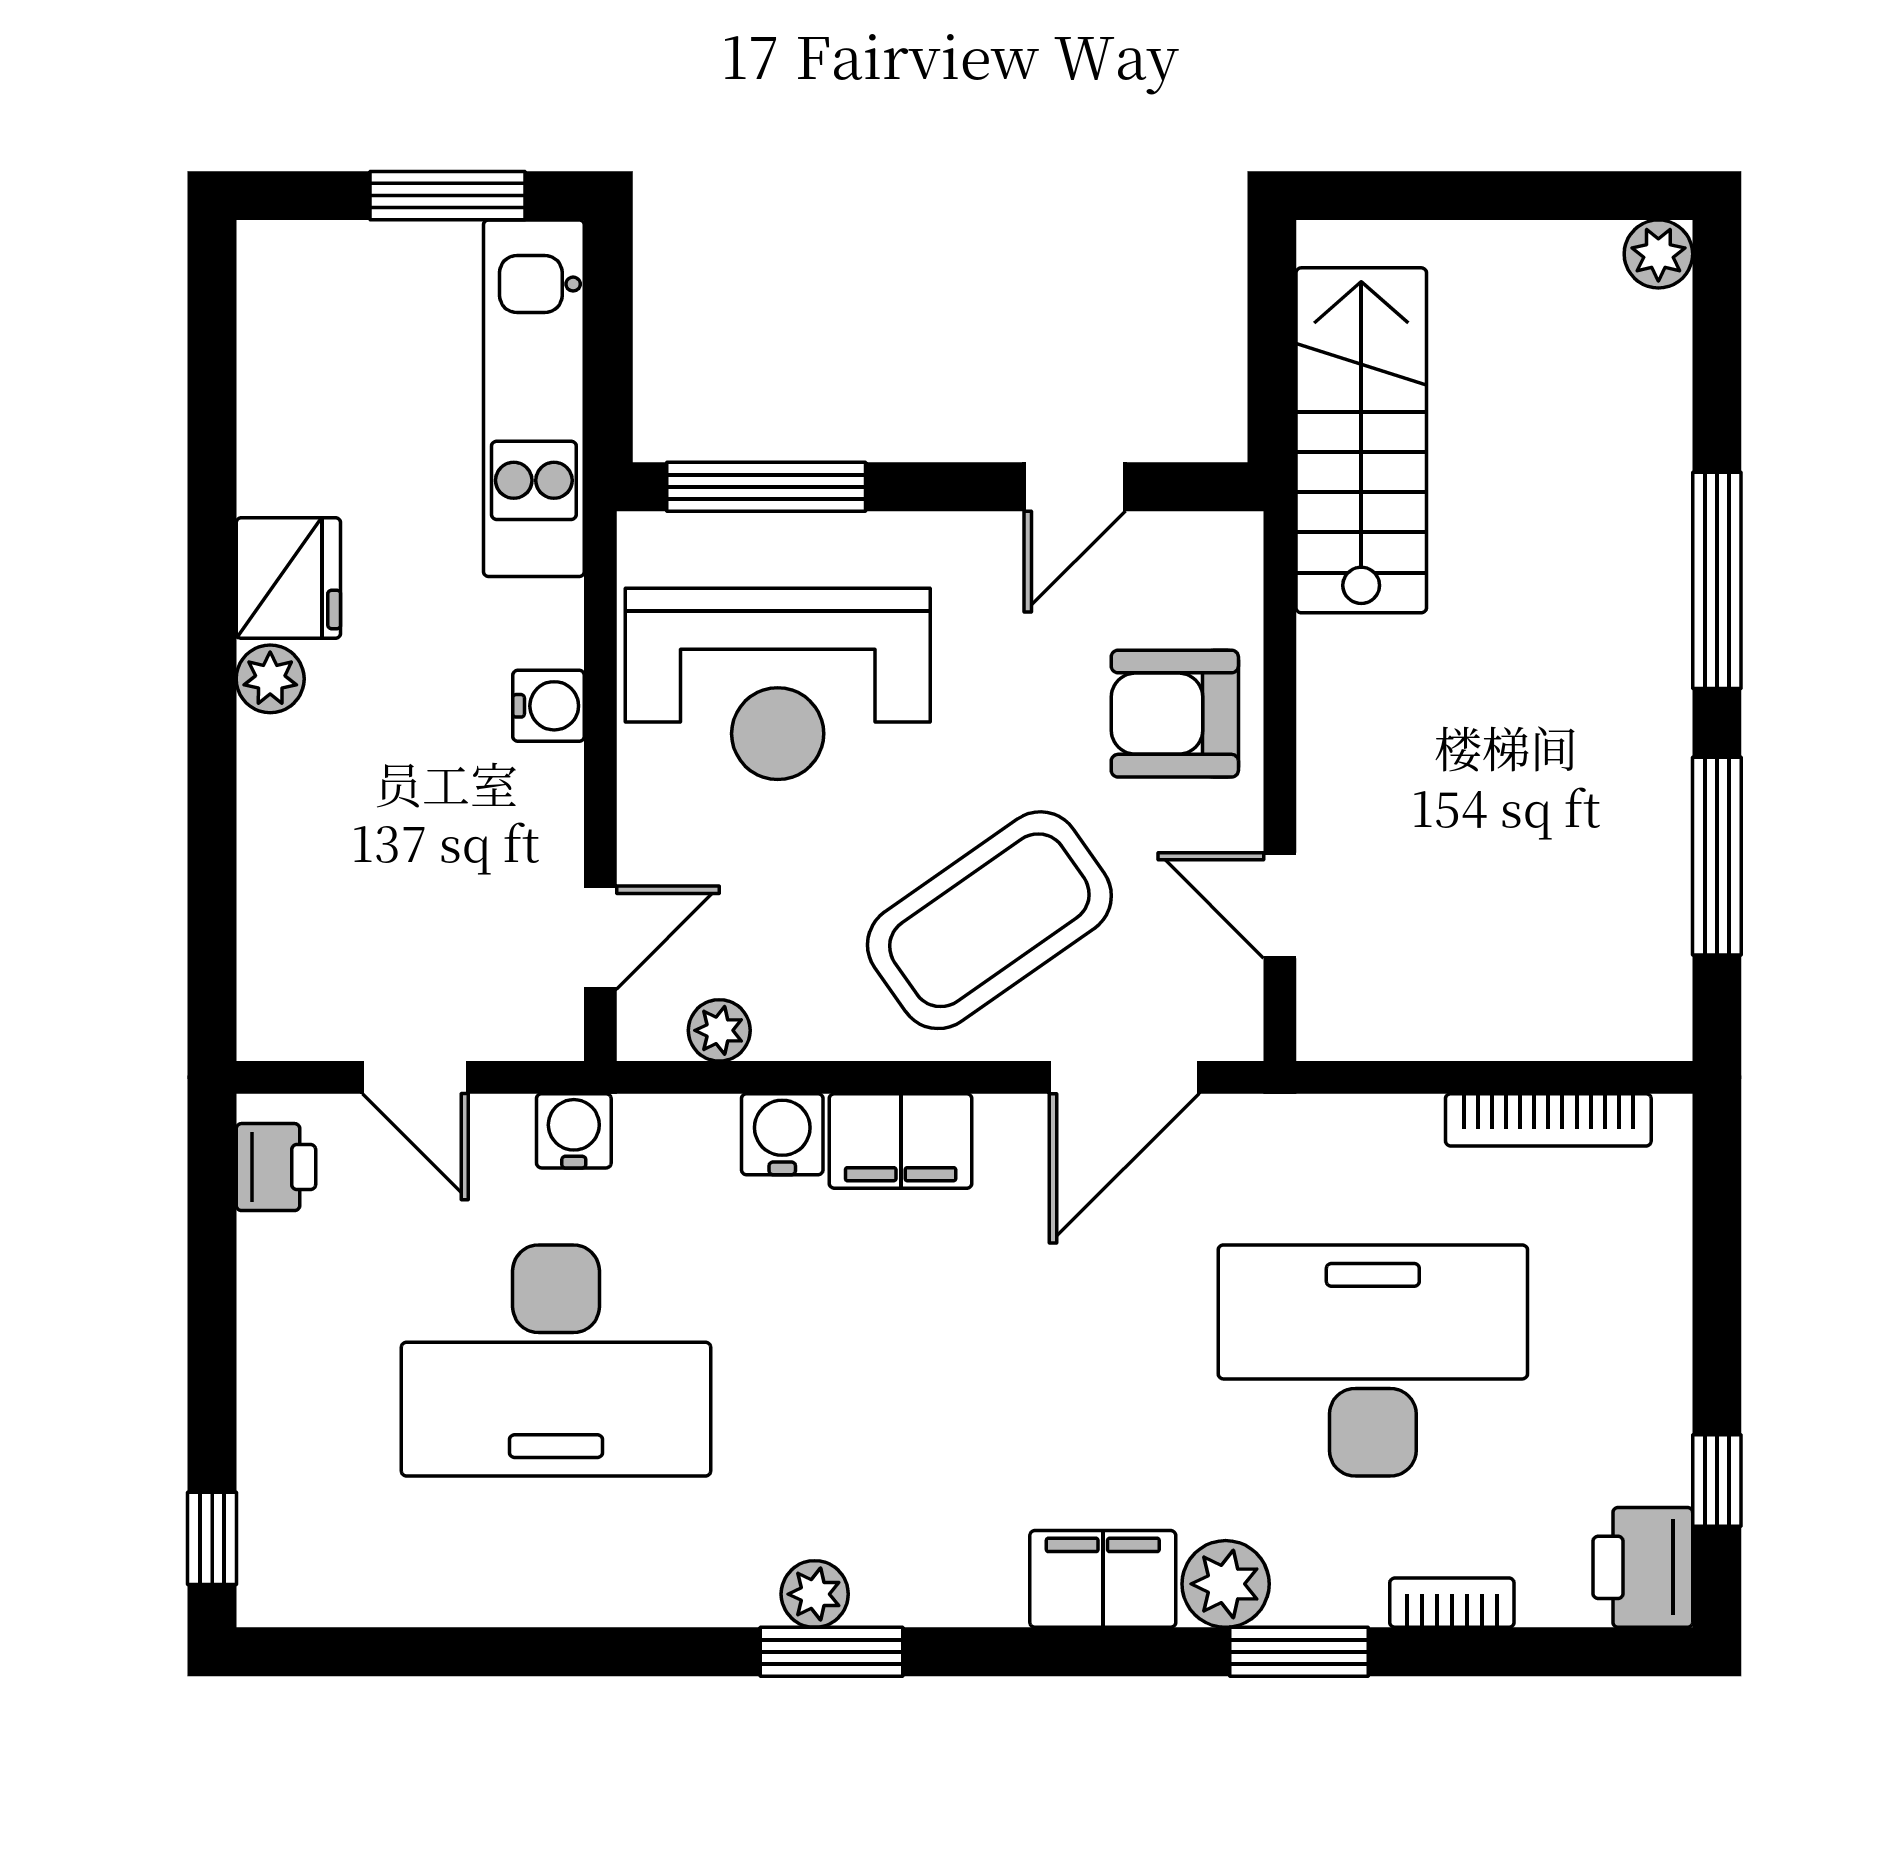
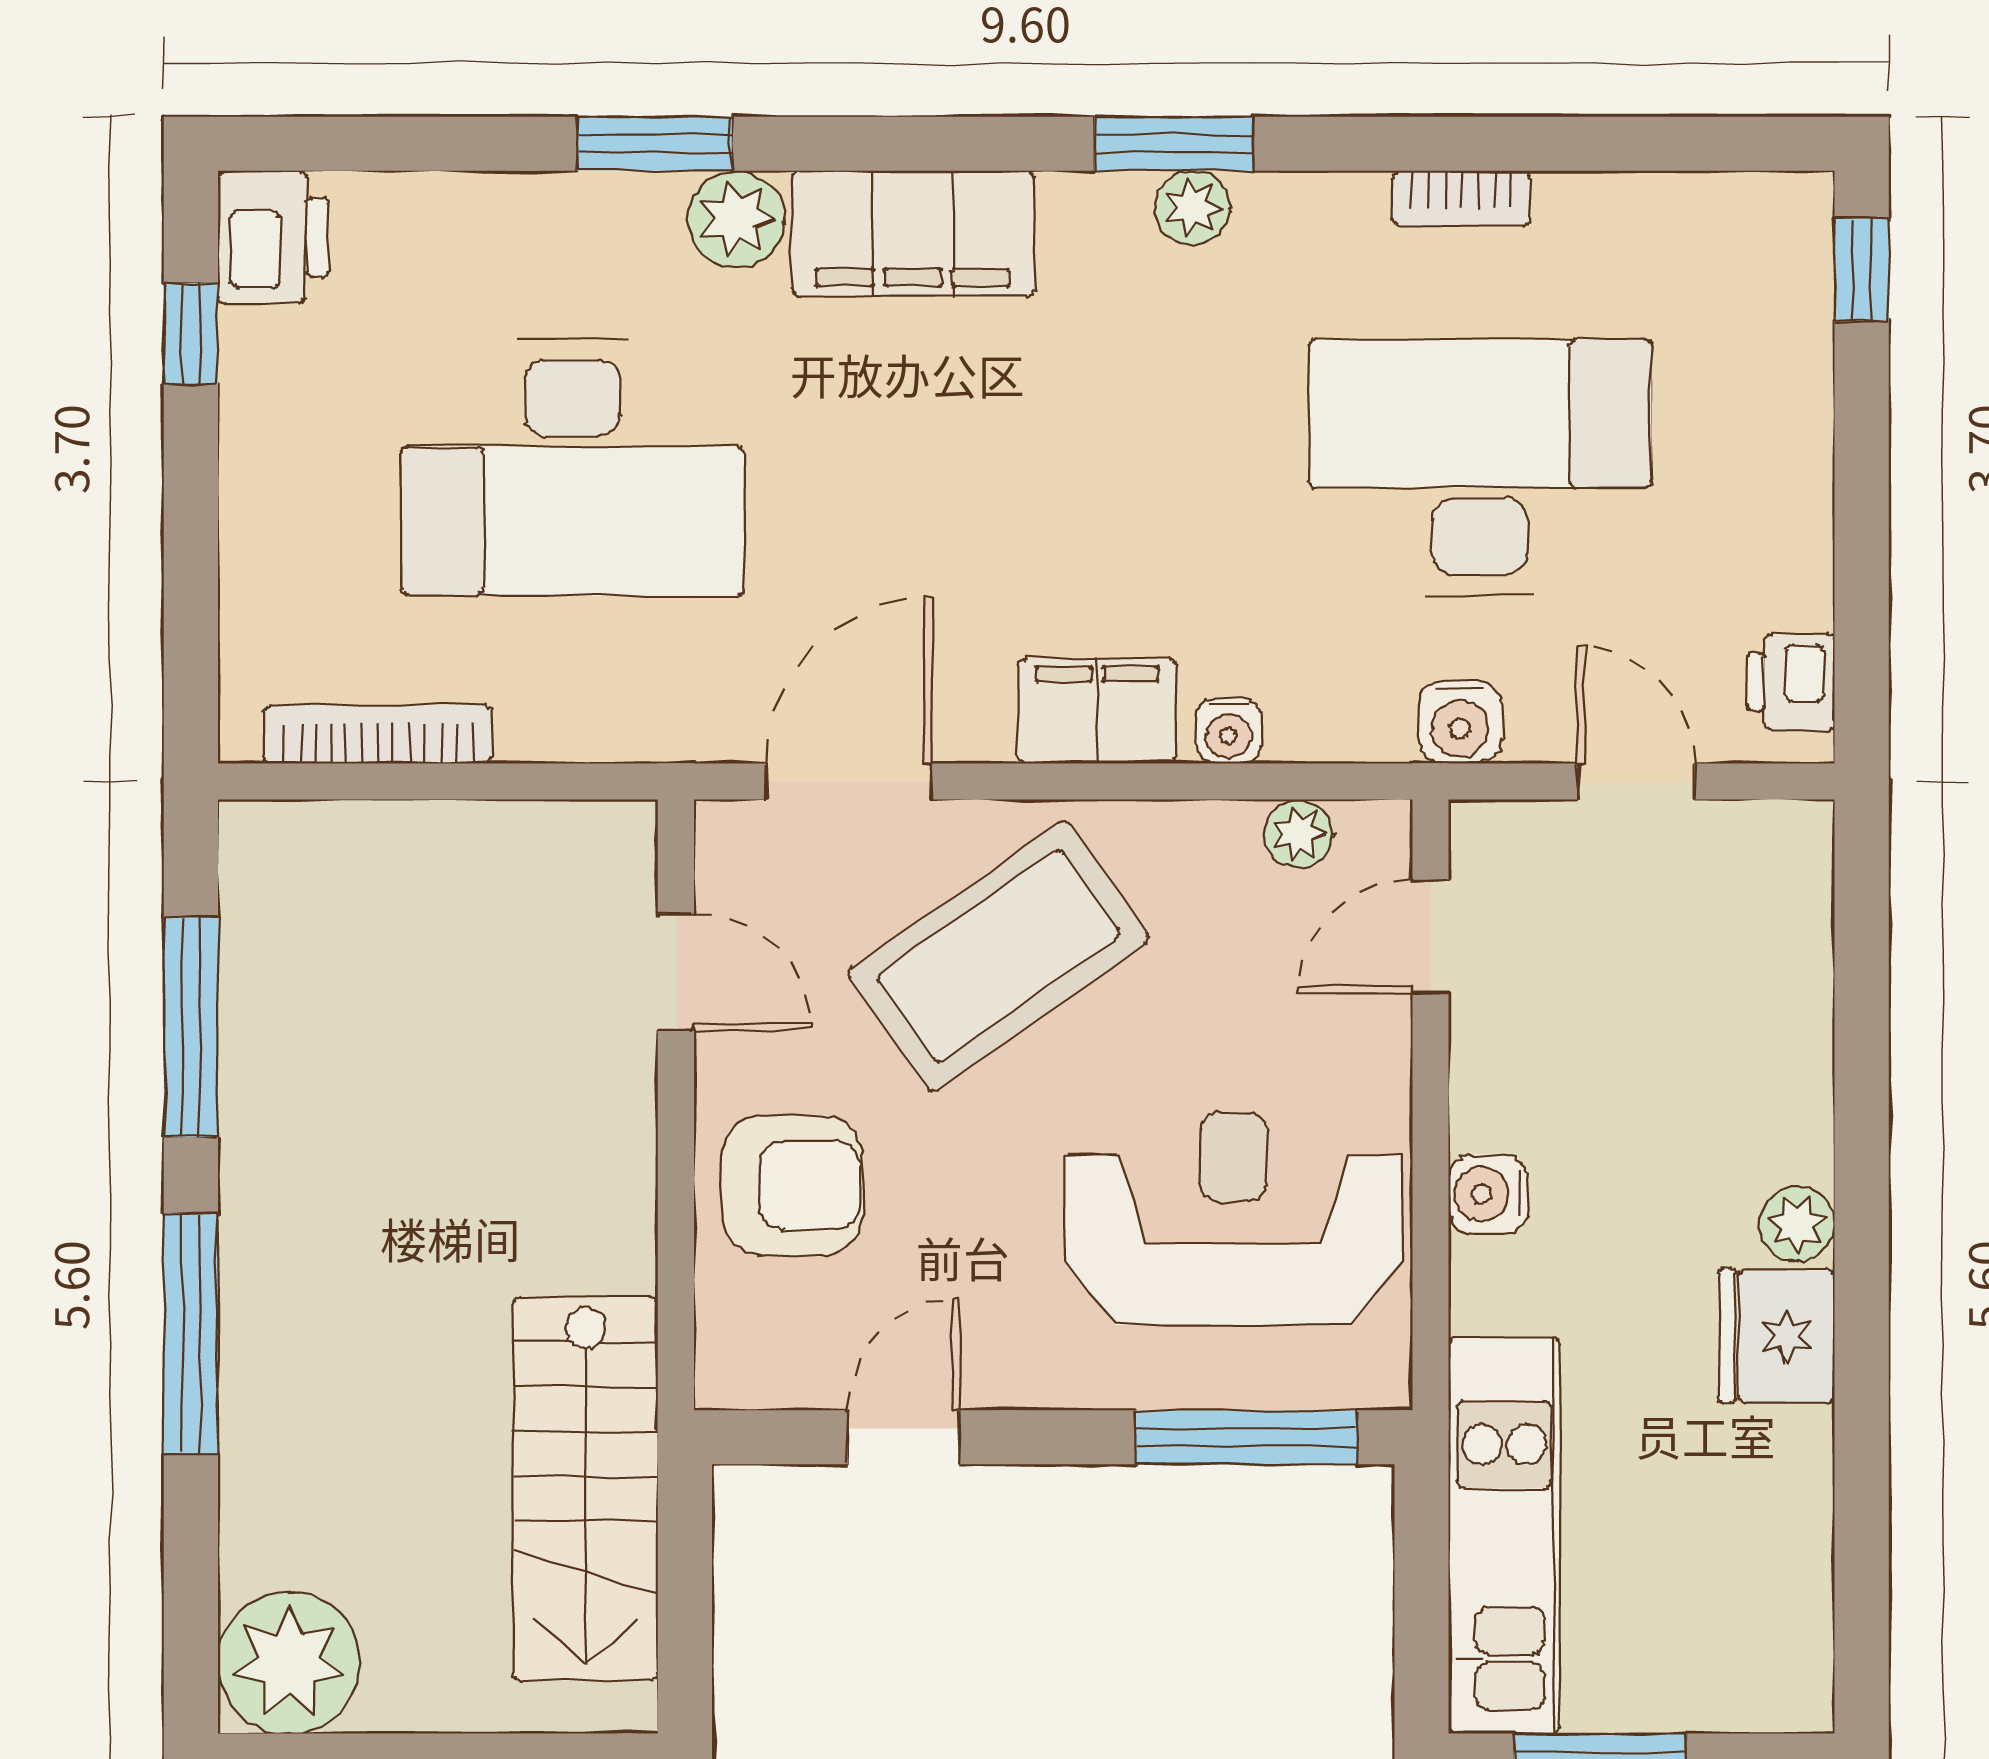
plant: (1658, 254) -> (289, 1663), width x1.87, depth x1.87
water cooler: (782, 1134) -> (1229, 731), width x0.72, depth x0.72
filing cabinet: (1103, 1579) -> (913, 234), width x1.50, depth x1.17
bookcase: (1452, 1603) -> (1462, 198), moved

